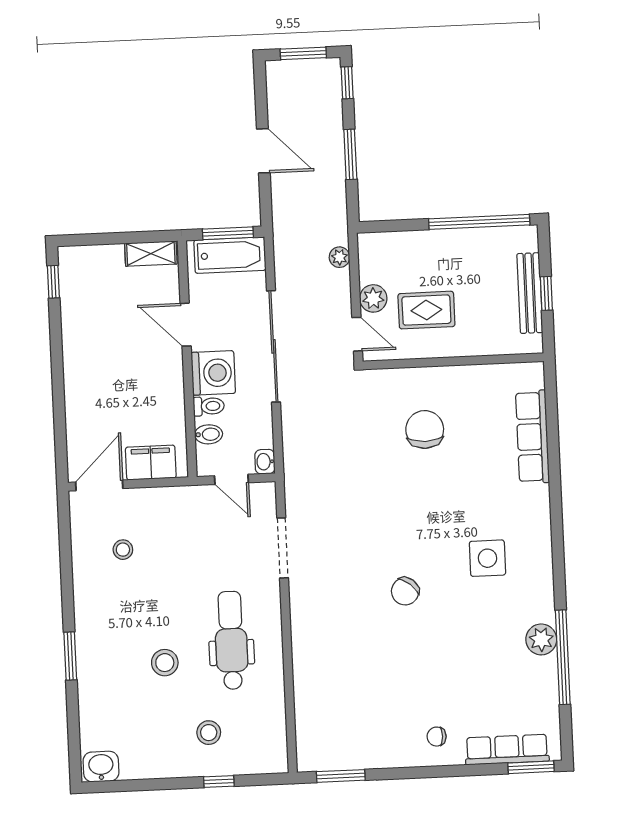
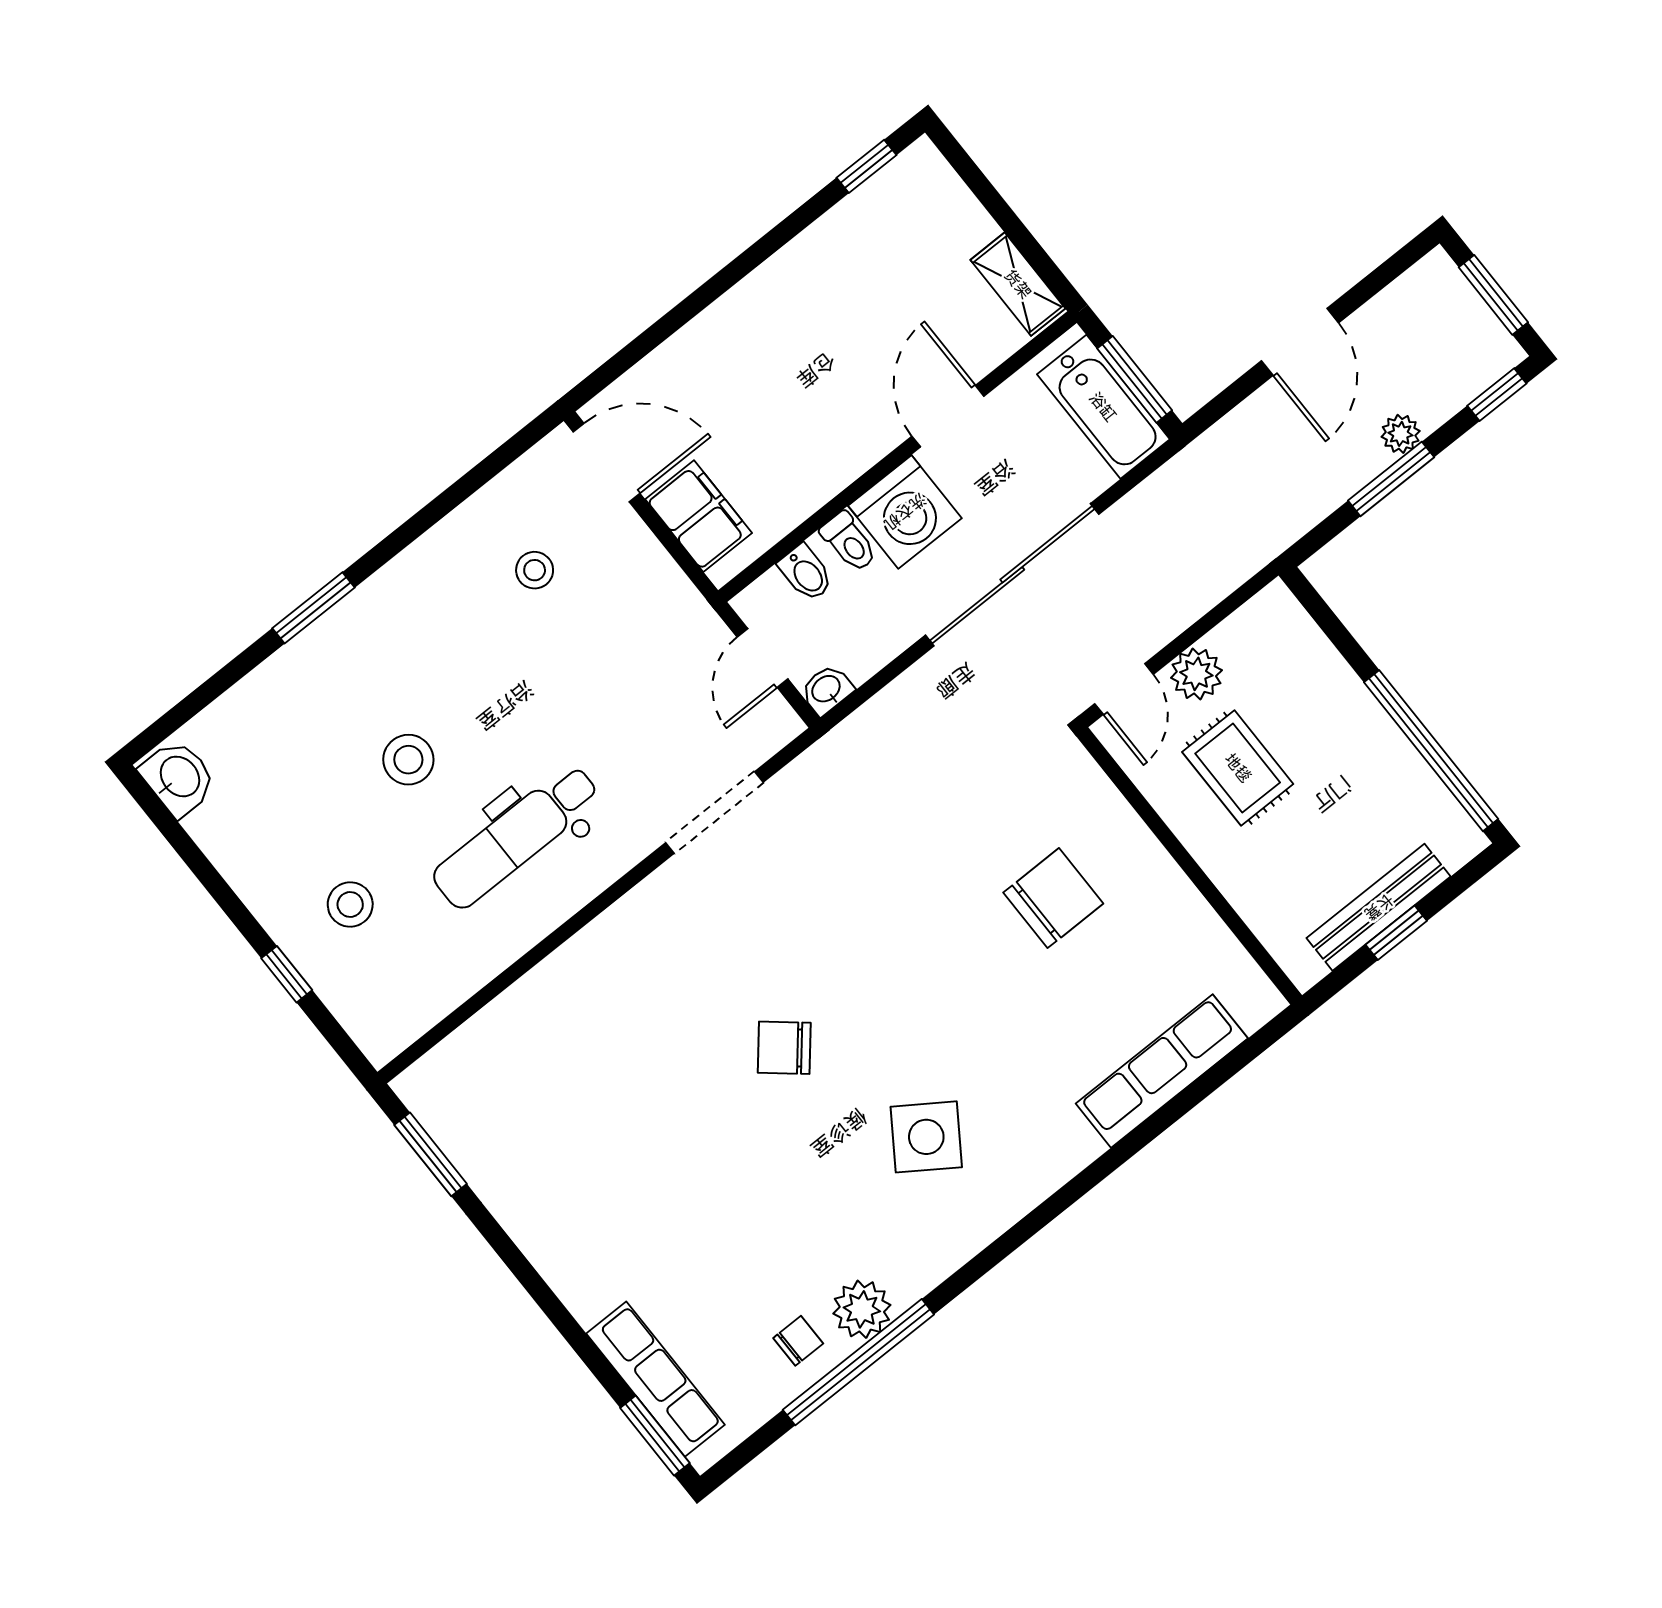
plant: (339, 257) -> (1401, 434), moved
side table: (487, 558) -> (926, 1137), turned 34
dental chair: (231, 640) -> (516, 836), turned 180
chair: (437, 737) -> (798, 1341), moved, turned 89

